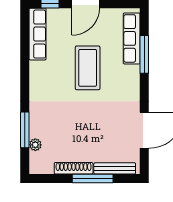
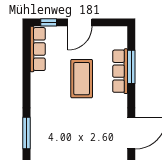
row of seats: (132, 38) -> (120, 71), moved
plant: (35, 145) -> (36, 146), removed

